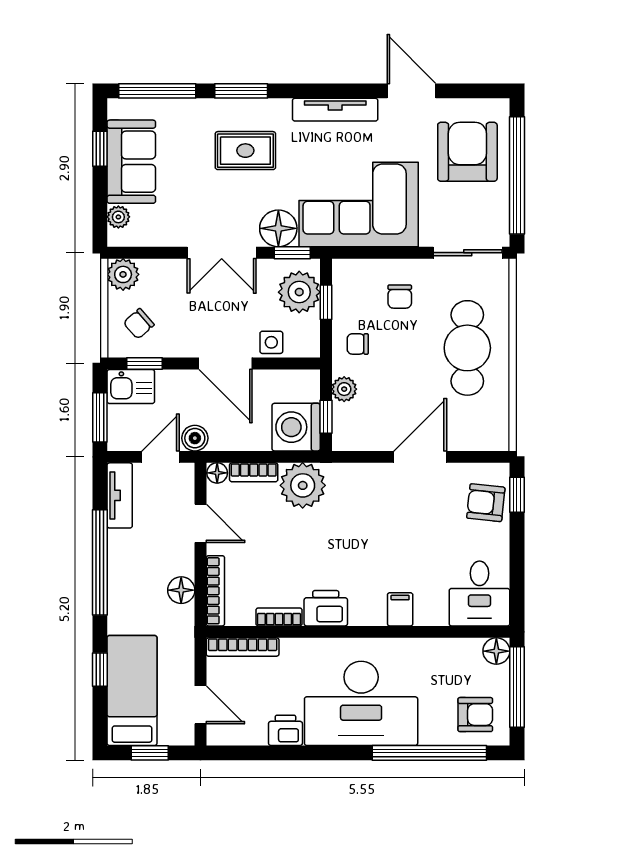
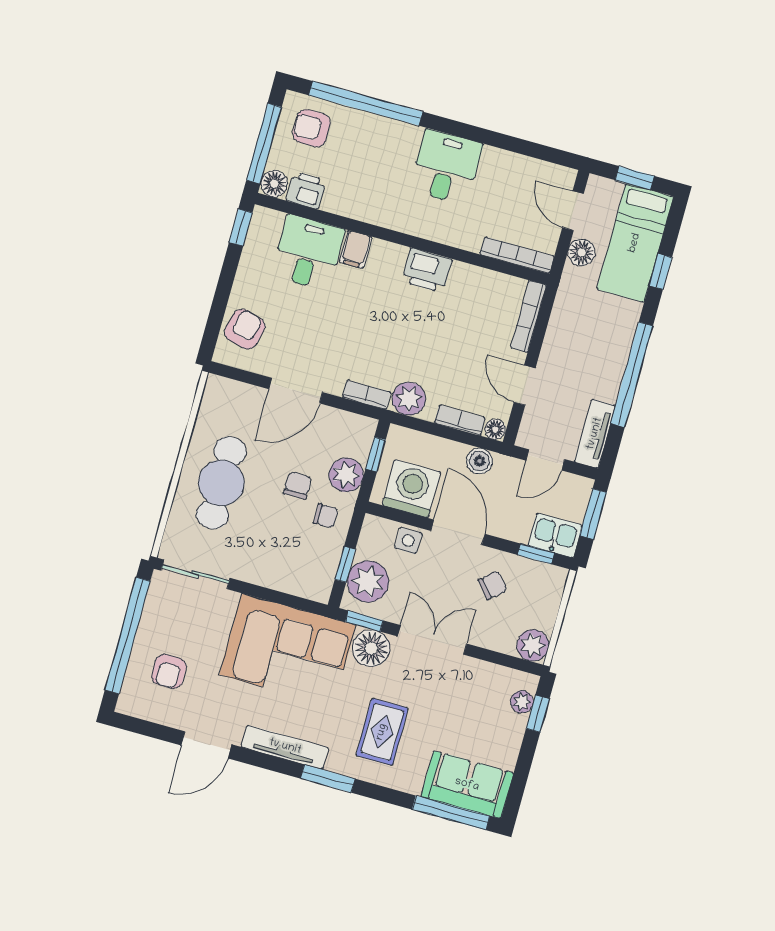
window: (241, 91) -> (328, 779), moved
door: (412, 91) -> (206, 745), hinge flipped
window: (100, 149) -> (538, 714), moved
rug: (245, 151) -> (382, 732), turned 90
armchair: (467, 152) -> (169, 671), width x0.53, depth x0.53
sofa: (131, 162) -> (467, 785), moved, turned 90
chair: (400, 297) -> (298, 485), moved
chair: (139, 324) -> (492, 585), moved
plant: (344, 389) -> (346, 475), width x1.38, depth x1.38
washing machine: (296, 427) -> (411, 489), moved, turned -90
boiler: (195, 438) -> (479, 461), moved
plant: (303, 485) -> (409, 399), width x0.73, depth x0.73
window: (517, 495) -> (241, 227), moved
armchair: (486, 503) -> (245, 329), turned -81
floor lamp: (181, 590) -> (581, 252), moved
desk: (479, 593) -> (308, 253), moved
bookcase: (279, 617) -> (367, 395), moved, turned 180
desk: (361, 703) -> (446, 167), width x0.53, depth x0.77
printer: (285, 730) -> (306, 190), moved, turned 180

